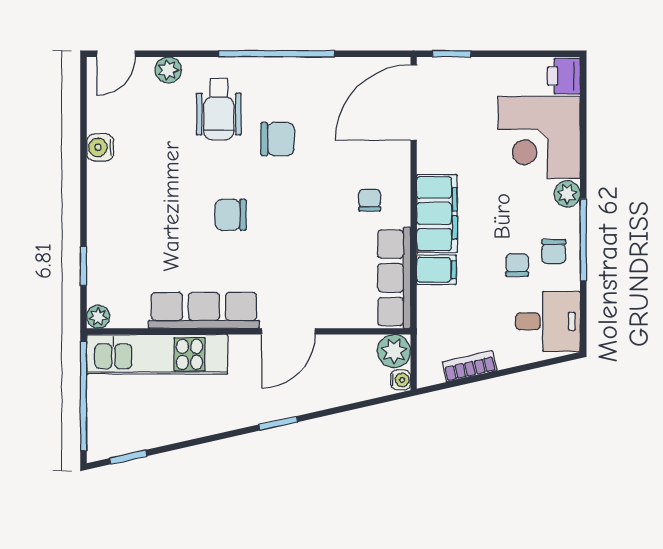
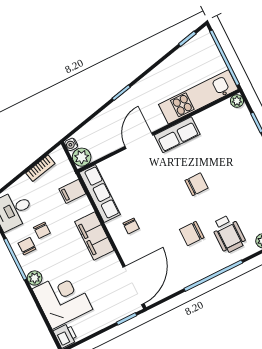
wheelchair: (219, 109) -> (228, 234), turned 180
filing cabinet: (436, 270) -> (72, 191), moved
row of seats: (204, 310) -> (177, 135), width x0.68

